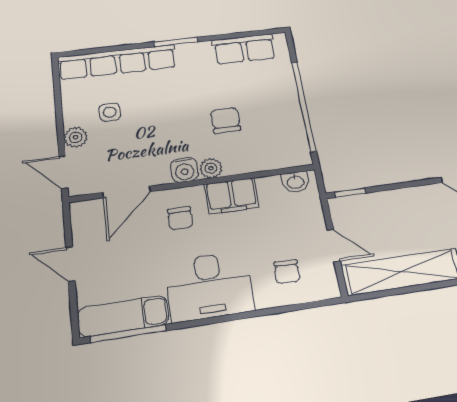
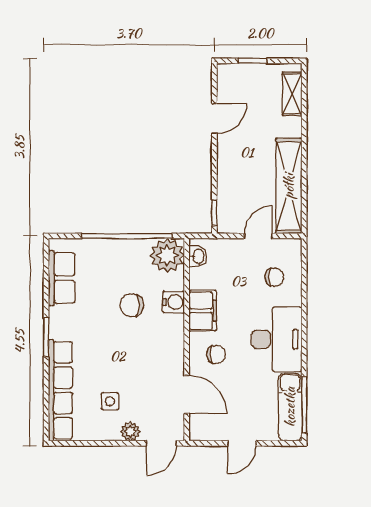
plant: (211, 168) -> (167, 255), moved, width x1.87, depth x1.87
water cooler: (184, 170) -> (174, 302), moved

